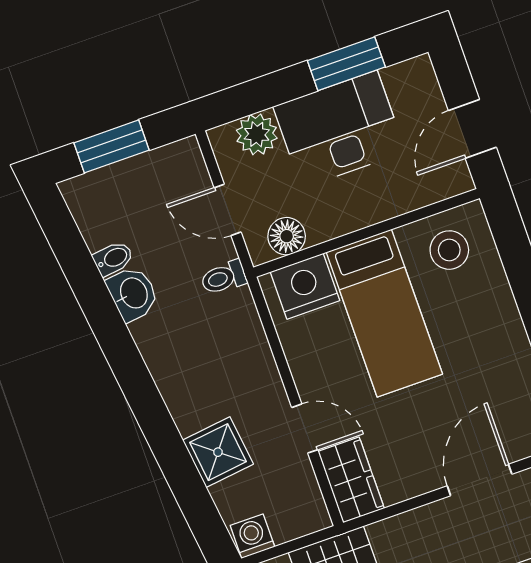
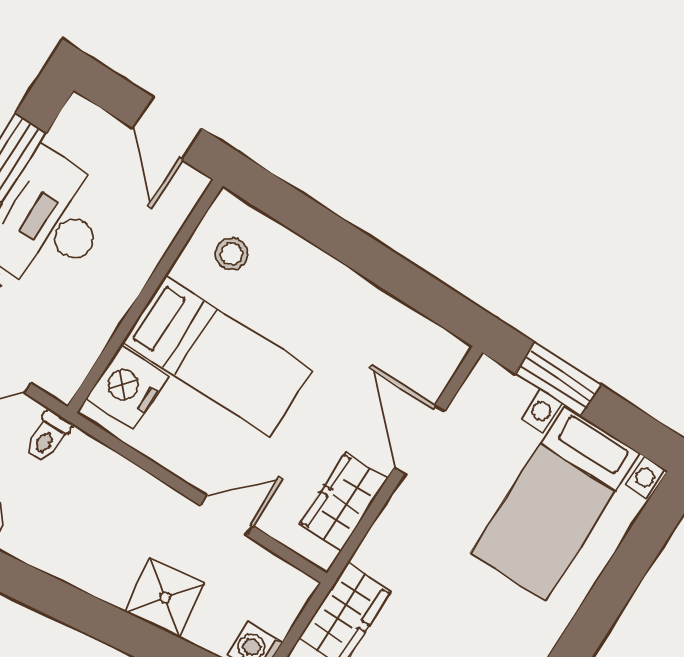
floor lamp: (287, 236) -> (75, 355), removed
stool: (449, 250) -> (231, 254), width x0.73, depth x0.73
wardrobe: (351, 480) -> (343, 502), moved, turned -90

